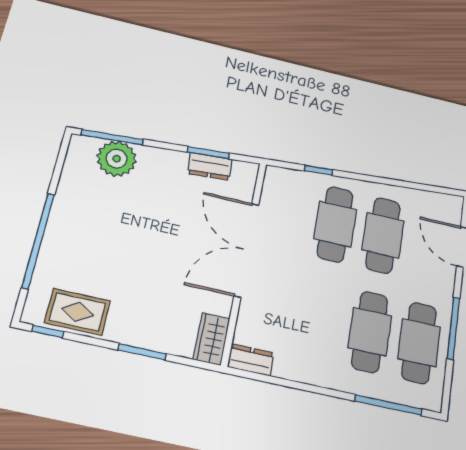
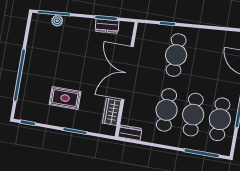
plant: (117, 159) -> (57, 21), width x0.53, depth x0.53
cafe table: (383, 235) -> (167, 110), moved
rug: (78, 312) -> (65, 98), moved
wardrobe: (212, 339) -> (112, 112), moved

